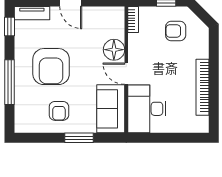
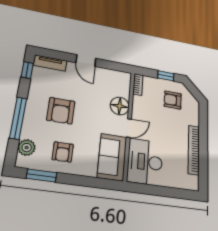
armchair: (51, 67) -> (61, 111), width x0.73, depth x0.73
door: (126, 74) -> (129, 128), swing flipped
plant: (23, 112) -> (27, 148), added
window: (79, 138) -> (42, 175), moved

